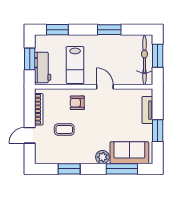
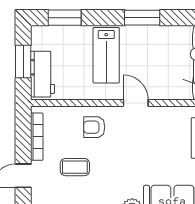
lab bench: (75, 65) -> (106, 55), moved

